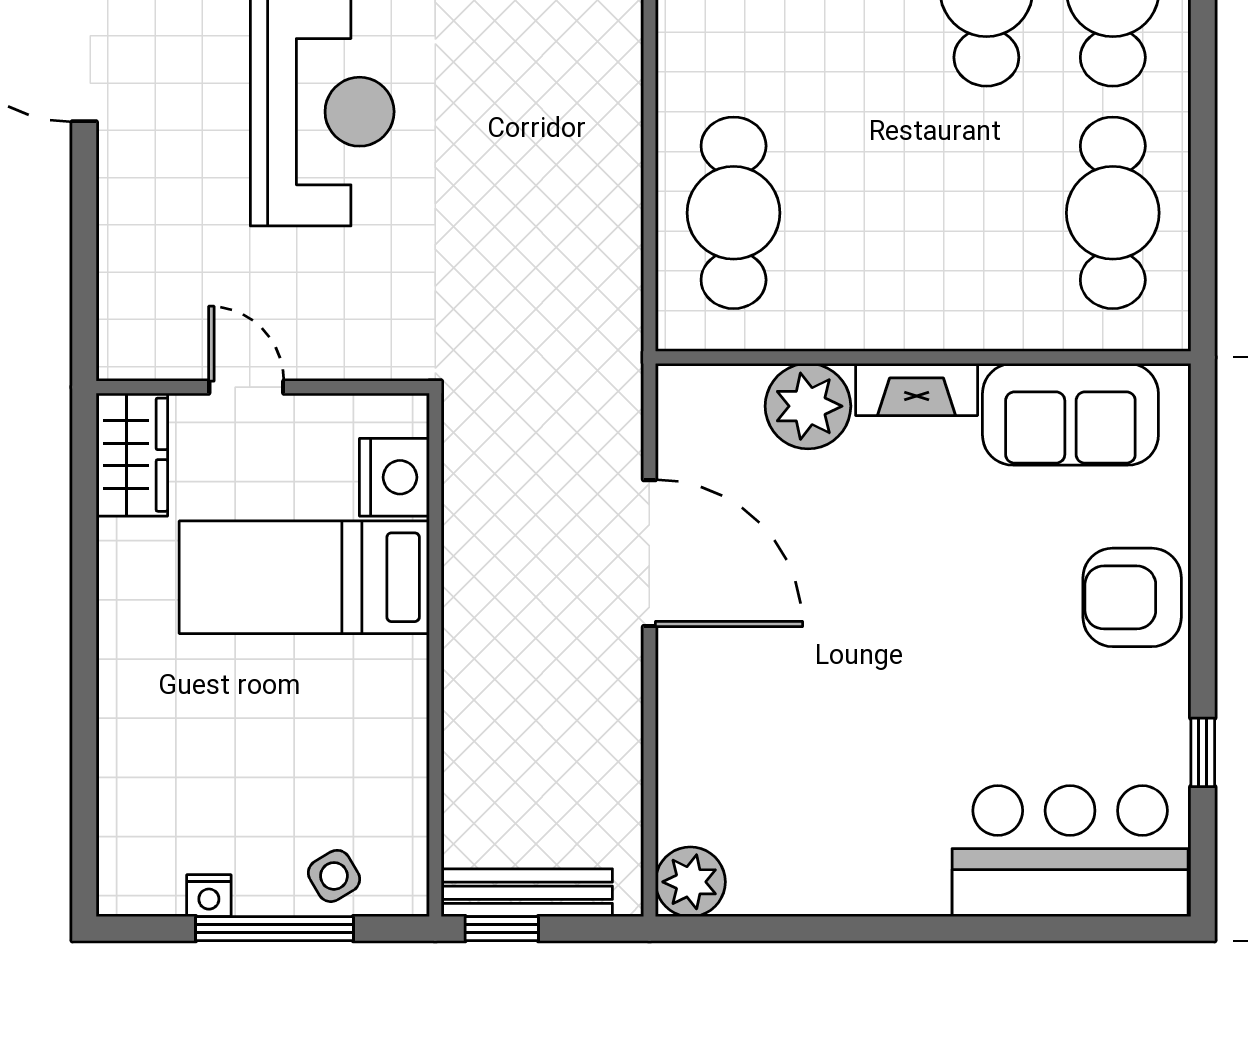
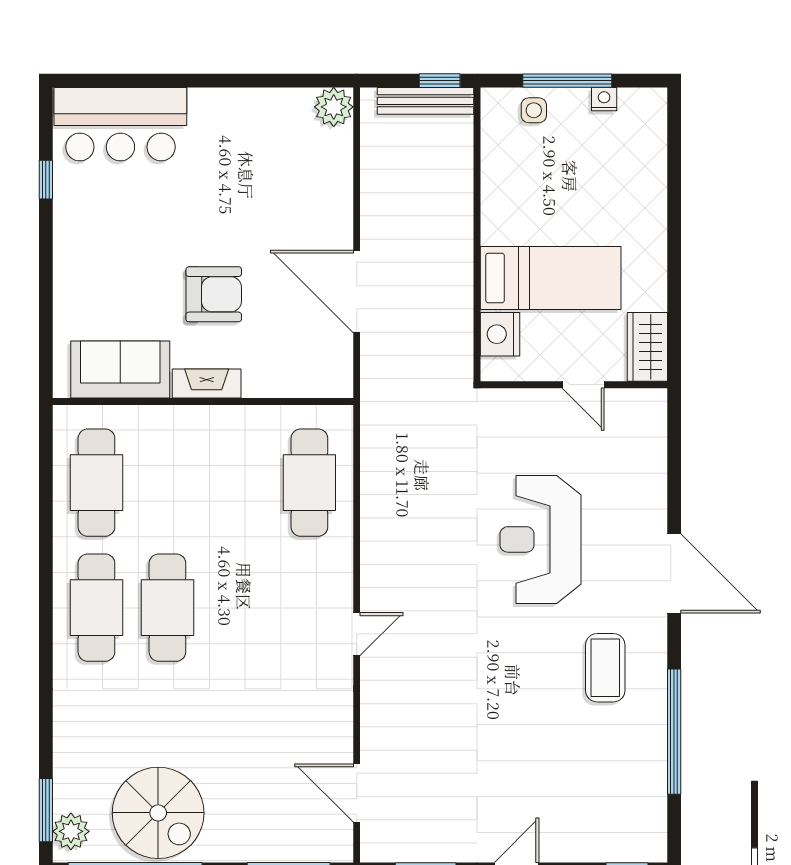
plant: (808, 406) -> (268, 374), removed
armchair: (1132, 597) -> (214, 294), moved
side table: (334, 876) -> (534, 110), turned 31

